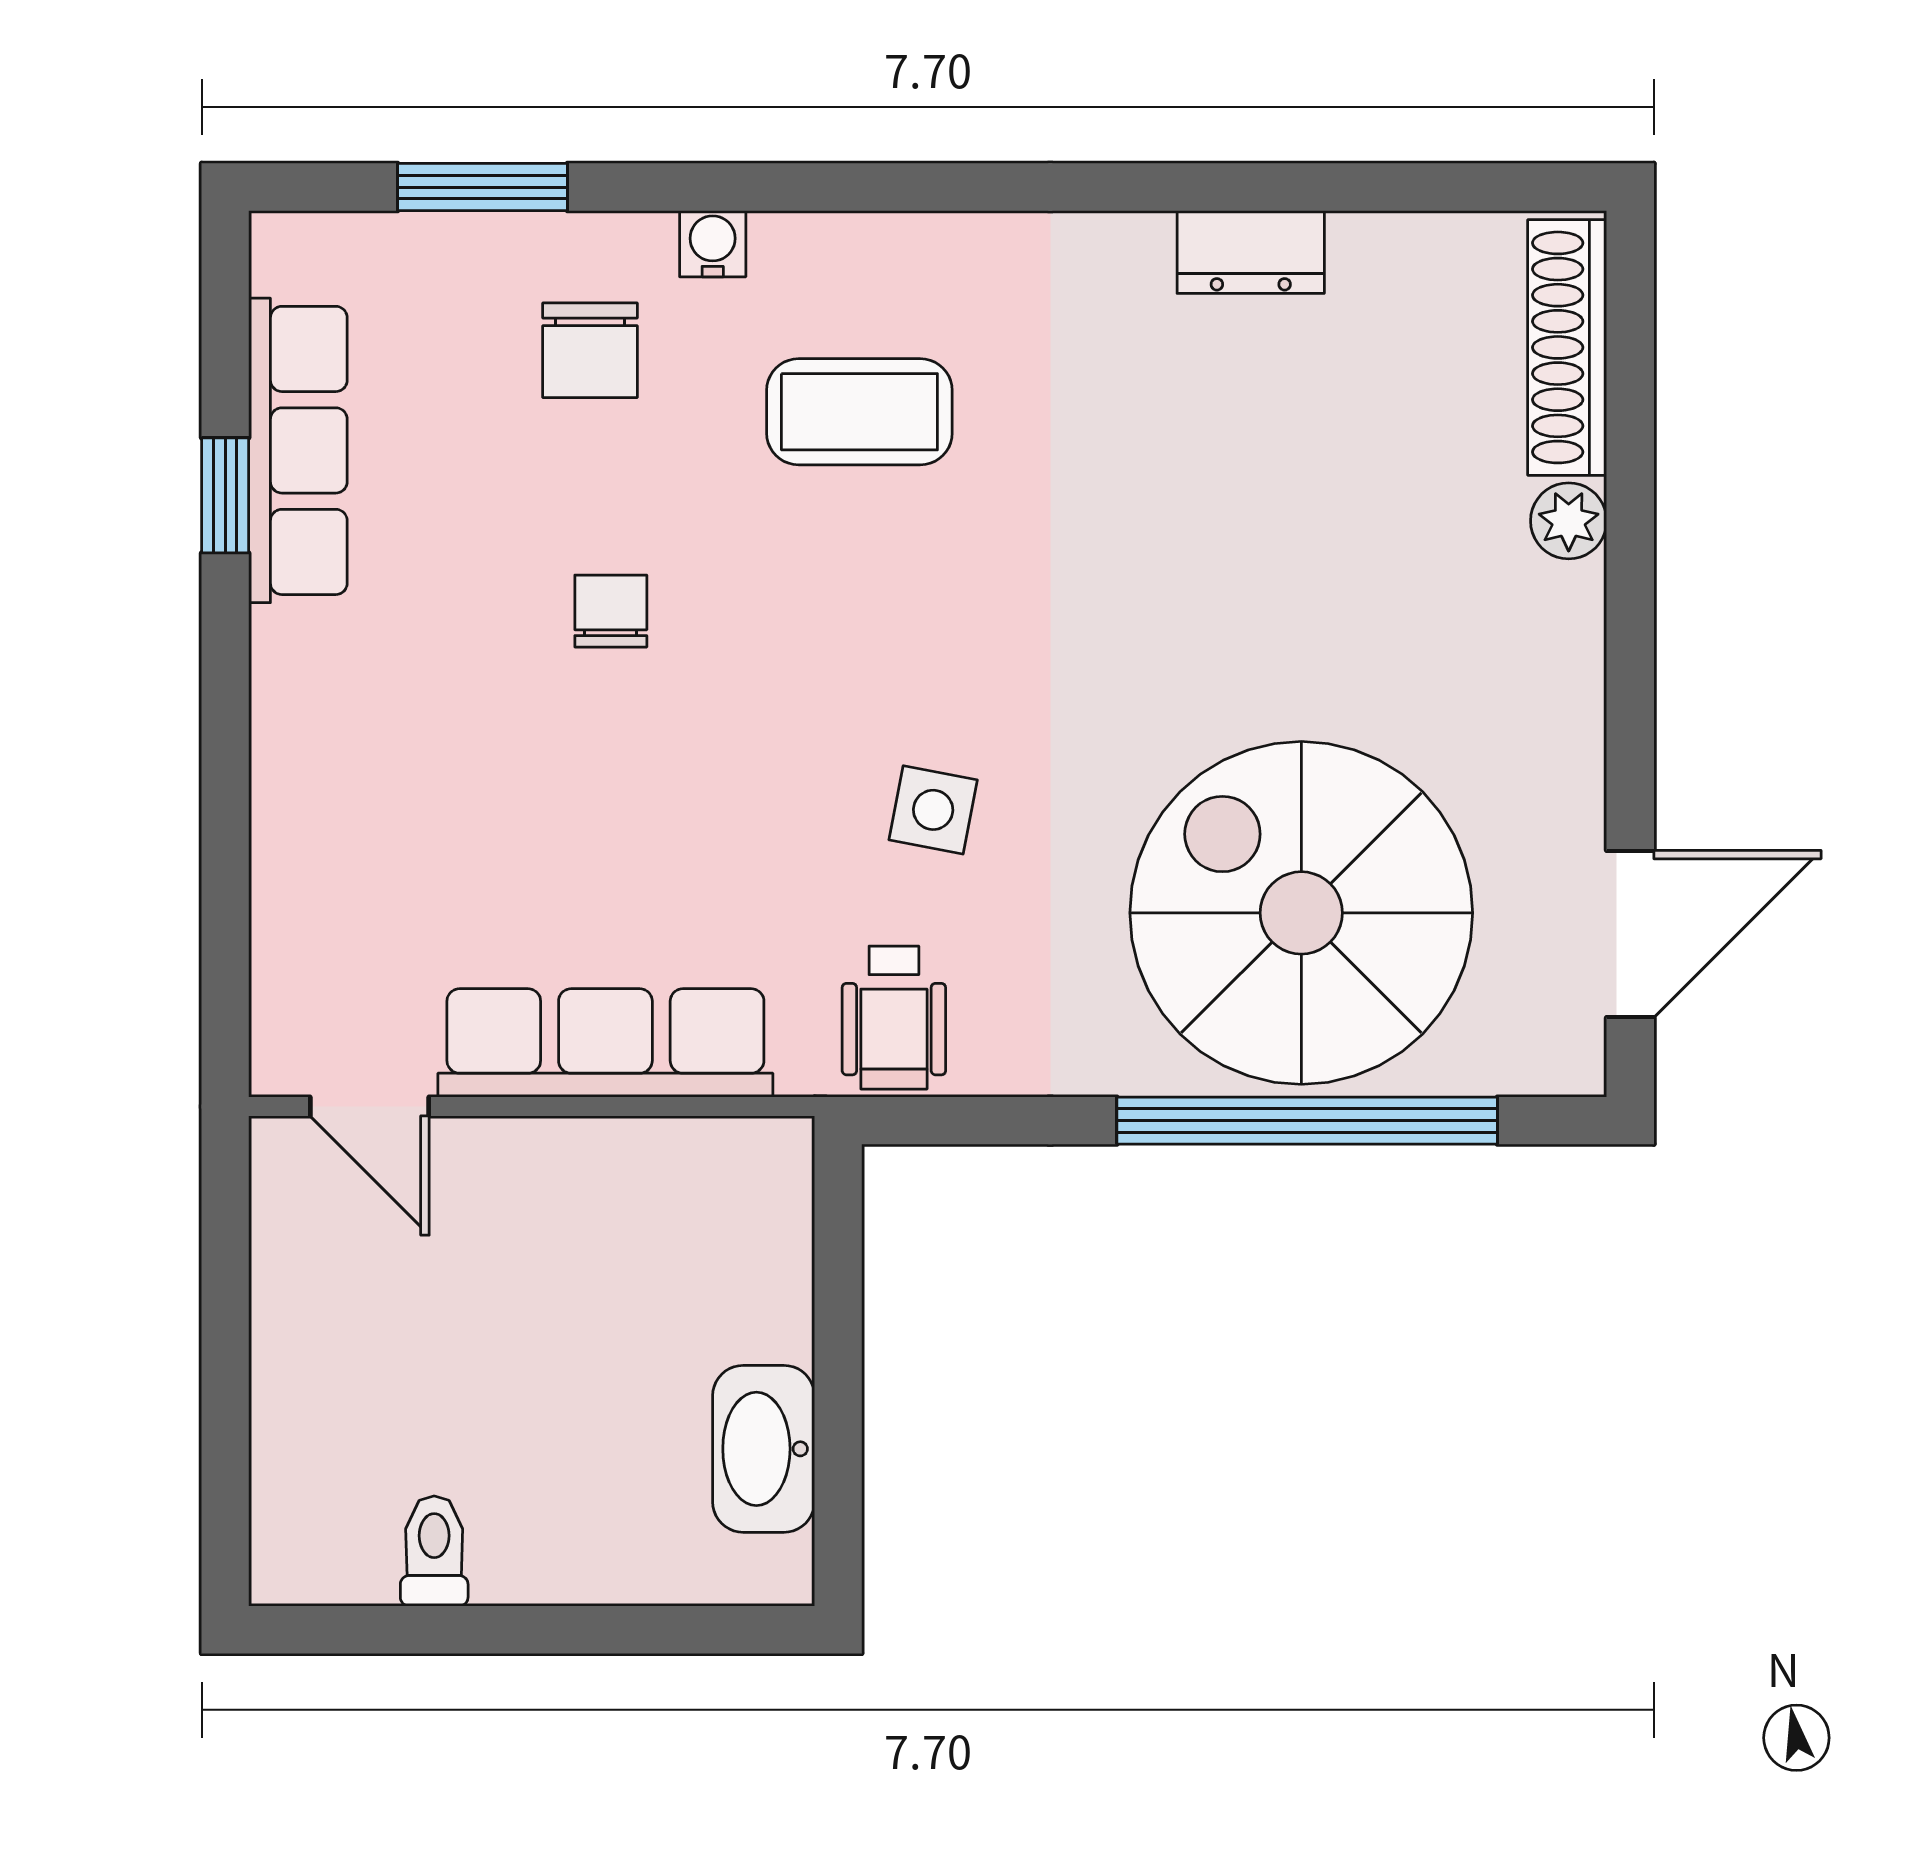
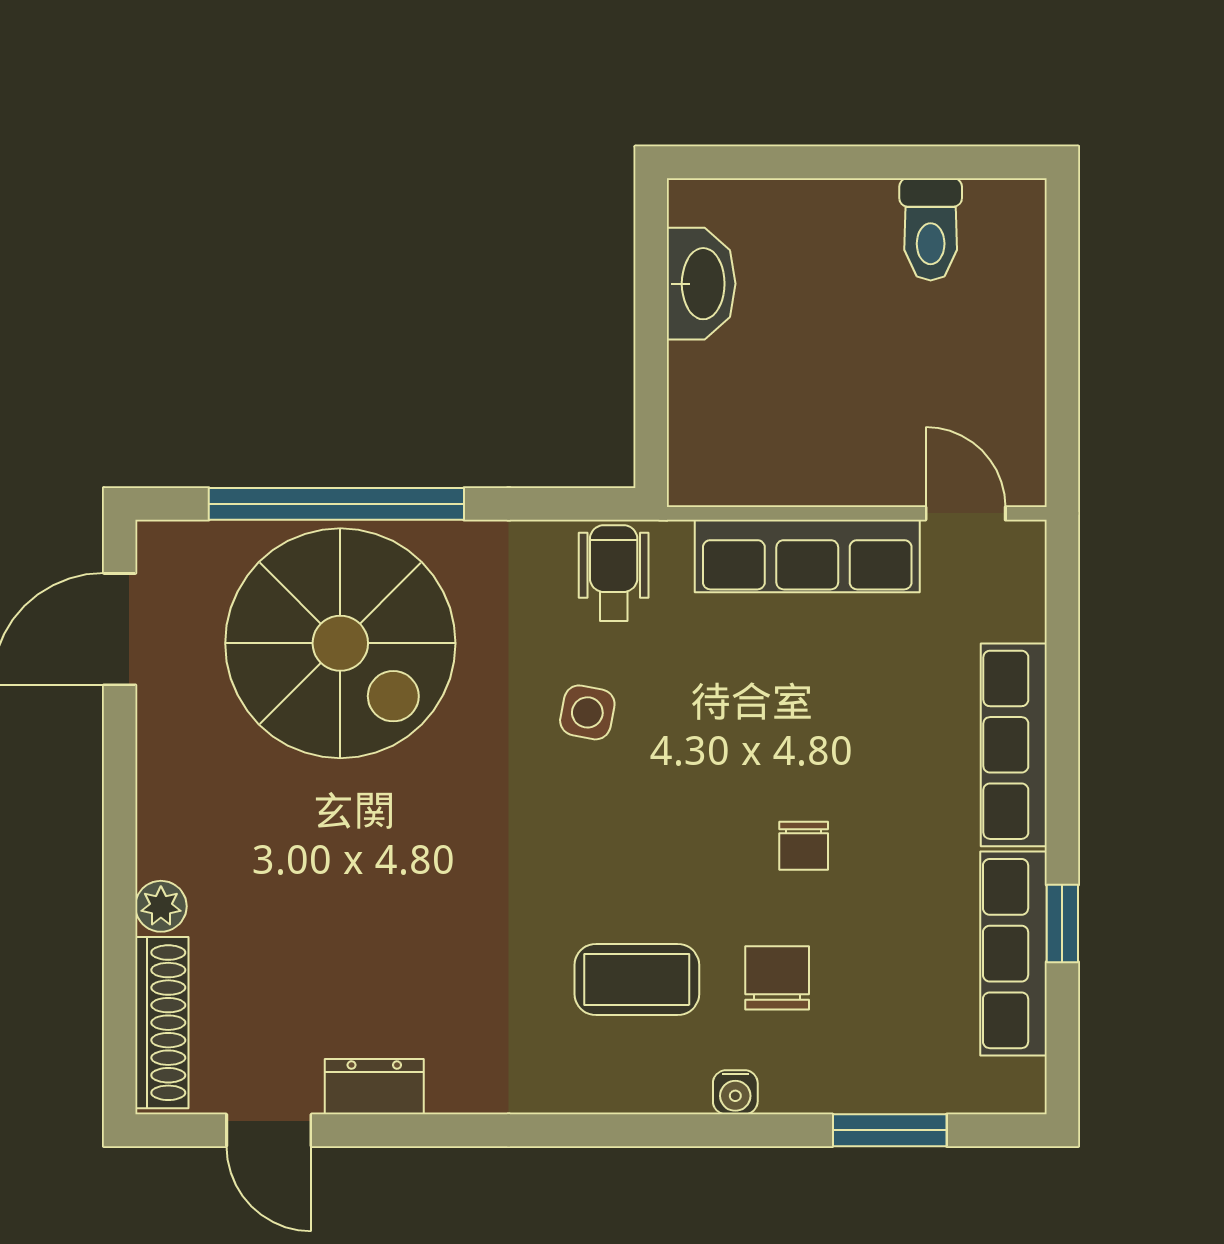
door: (1408, 187) -> (269, 1130), added
chair: (590, 350) -> (777, 978), moved
row of seats: (298, 762) -> (1014, 745), added
toilet: (434, 1551) -> (931, 229), width x1.37, depth x1.39

